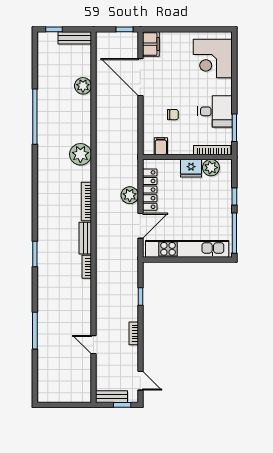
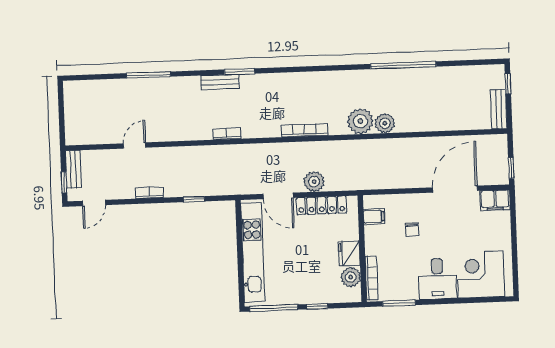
plant: (83, 86) -> (385, 123), moved
desk: (215, 111) -> (437, 279), moved
bench: (85, 238) -> (220, 82), moved

